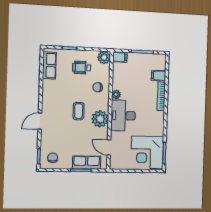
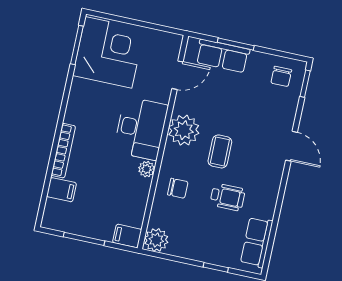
wheelchair: (82, 68) -> (227, 197), moved
door: (40, 121) -> (292, 146), hinge flipped
door: (109, 148) -> (177, 75), hinge flipped

